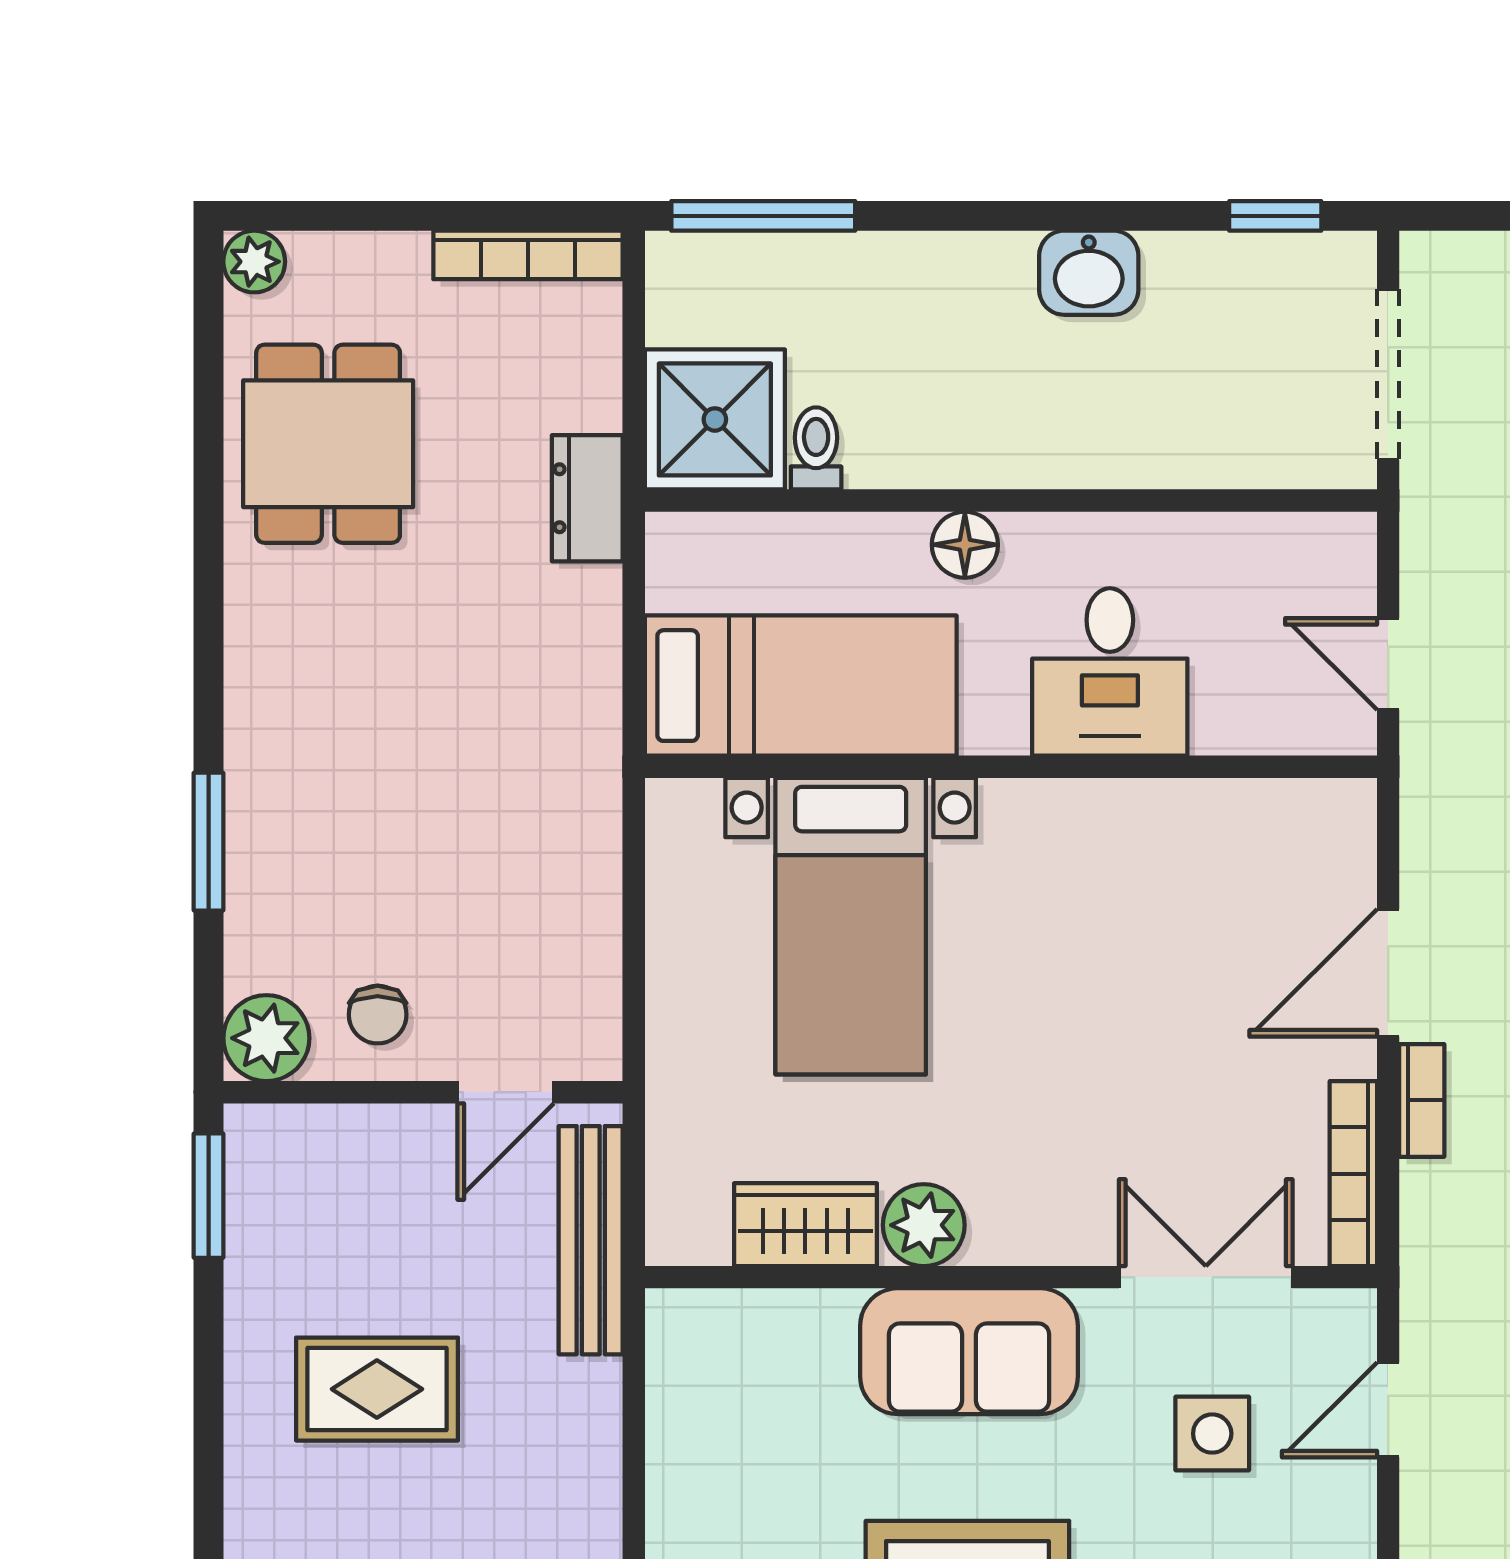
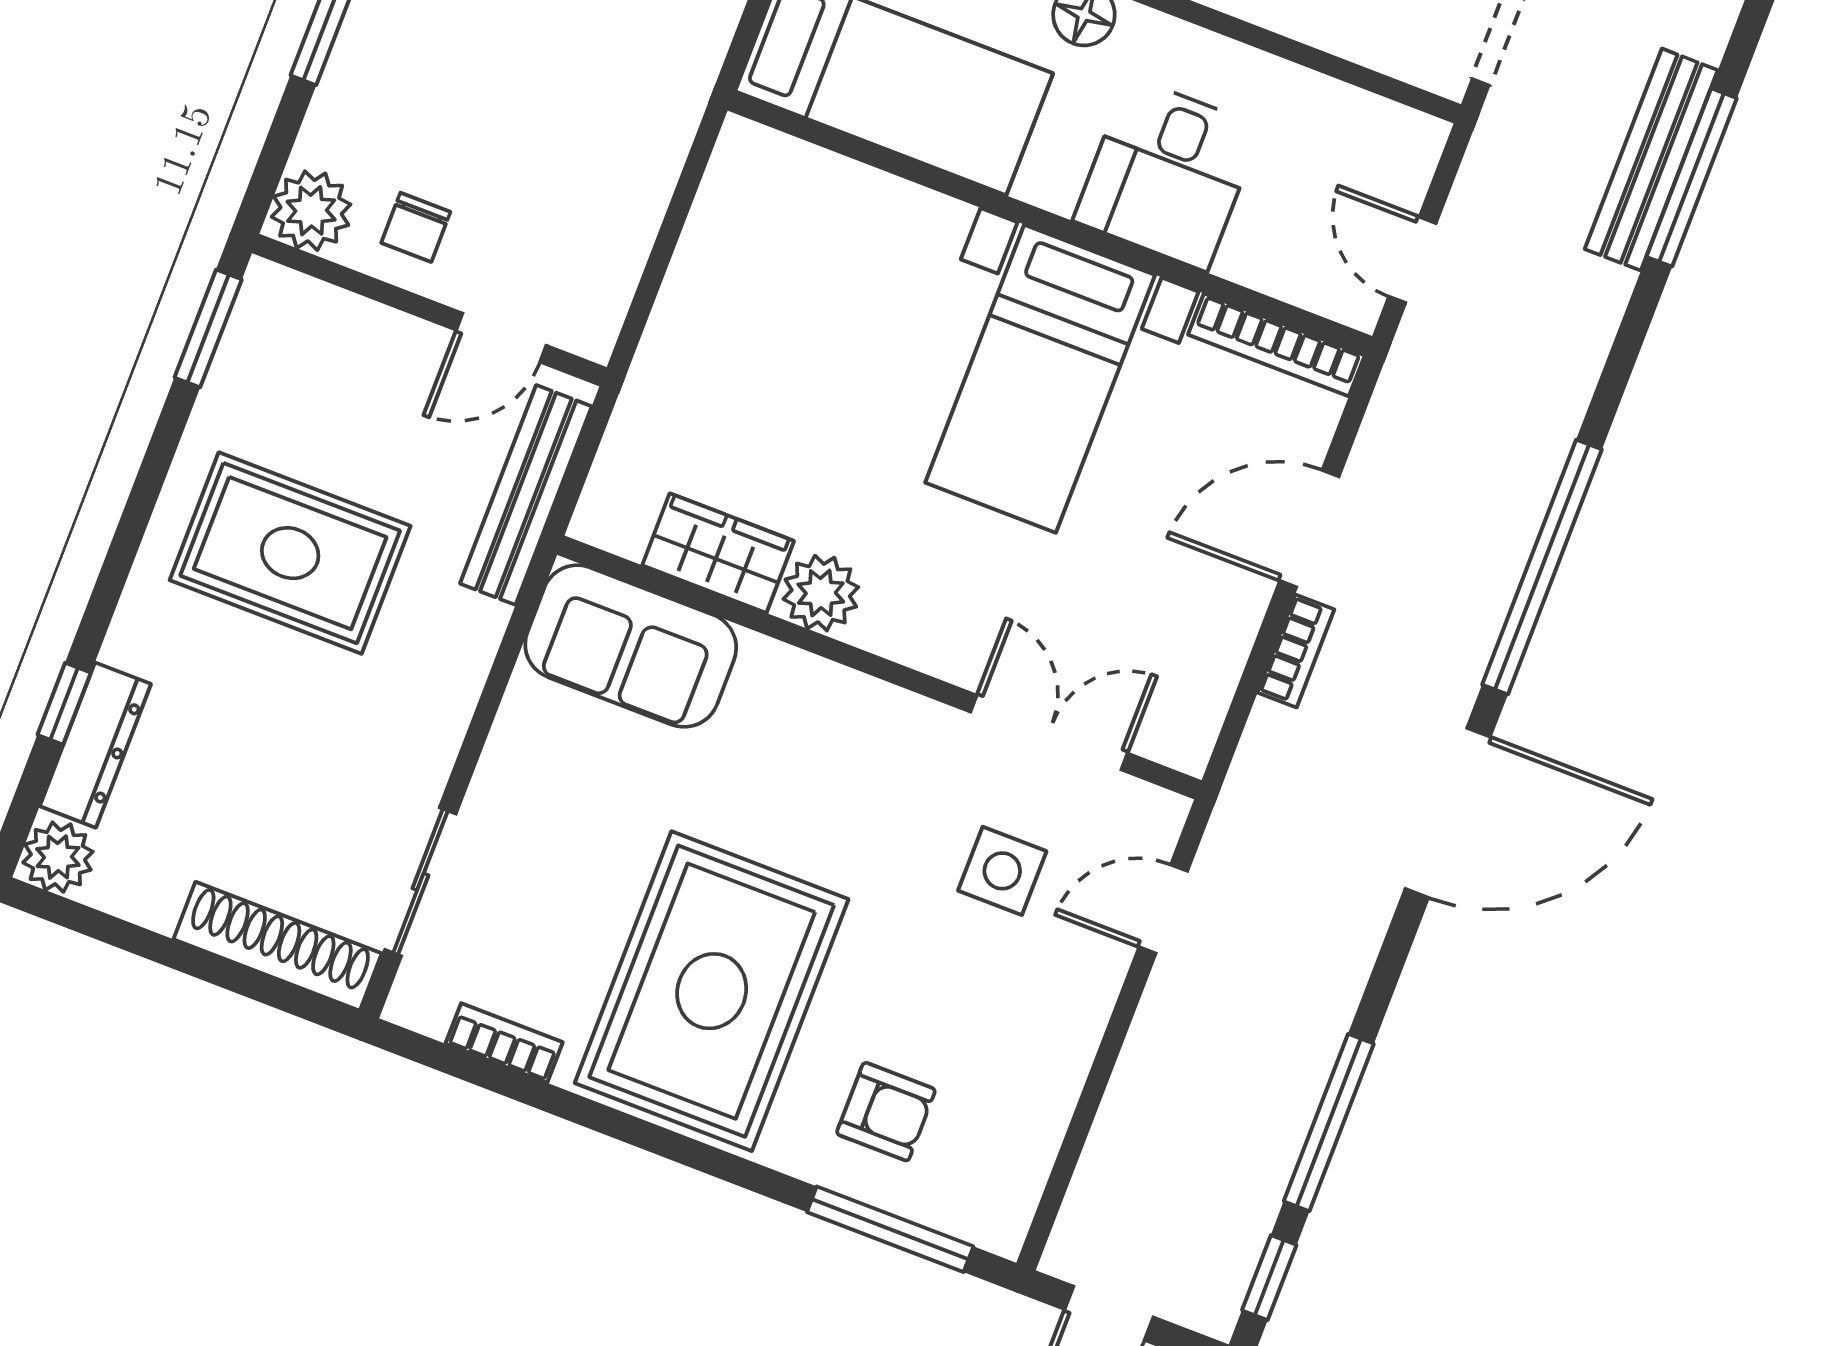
bed with nightstands: (851, 926) -> (1040, 379), moved
bookcase: (1353, 1174) -> (1276, 345), moved, turned -90
sofa: (969, 1351) -> (631, 646), moved
rug: (377, 1389) -> (290, 553), width x1.36, depth x1.43

